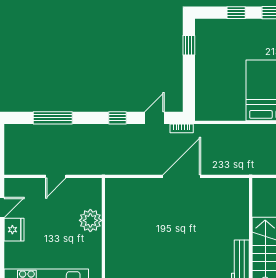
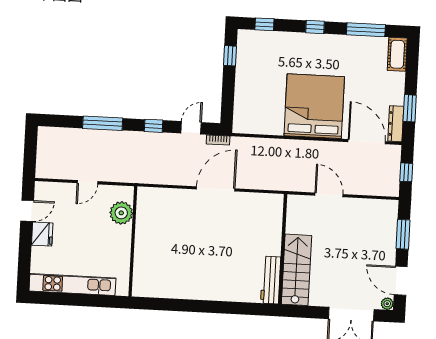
window: (236, 13) -> (264, 24), moved
window: (53, 118) -> (103, 123), moved
plant: (90, 220) -> (121, 213), moved

